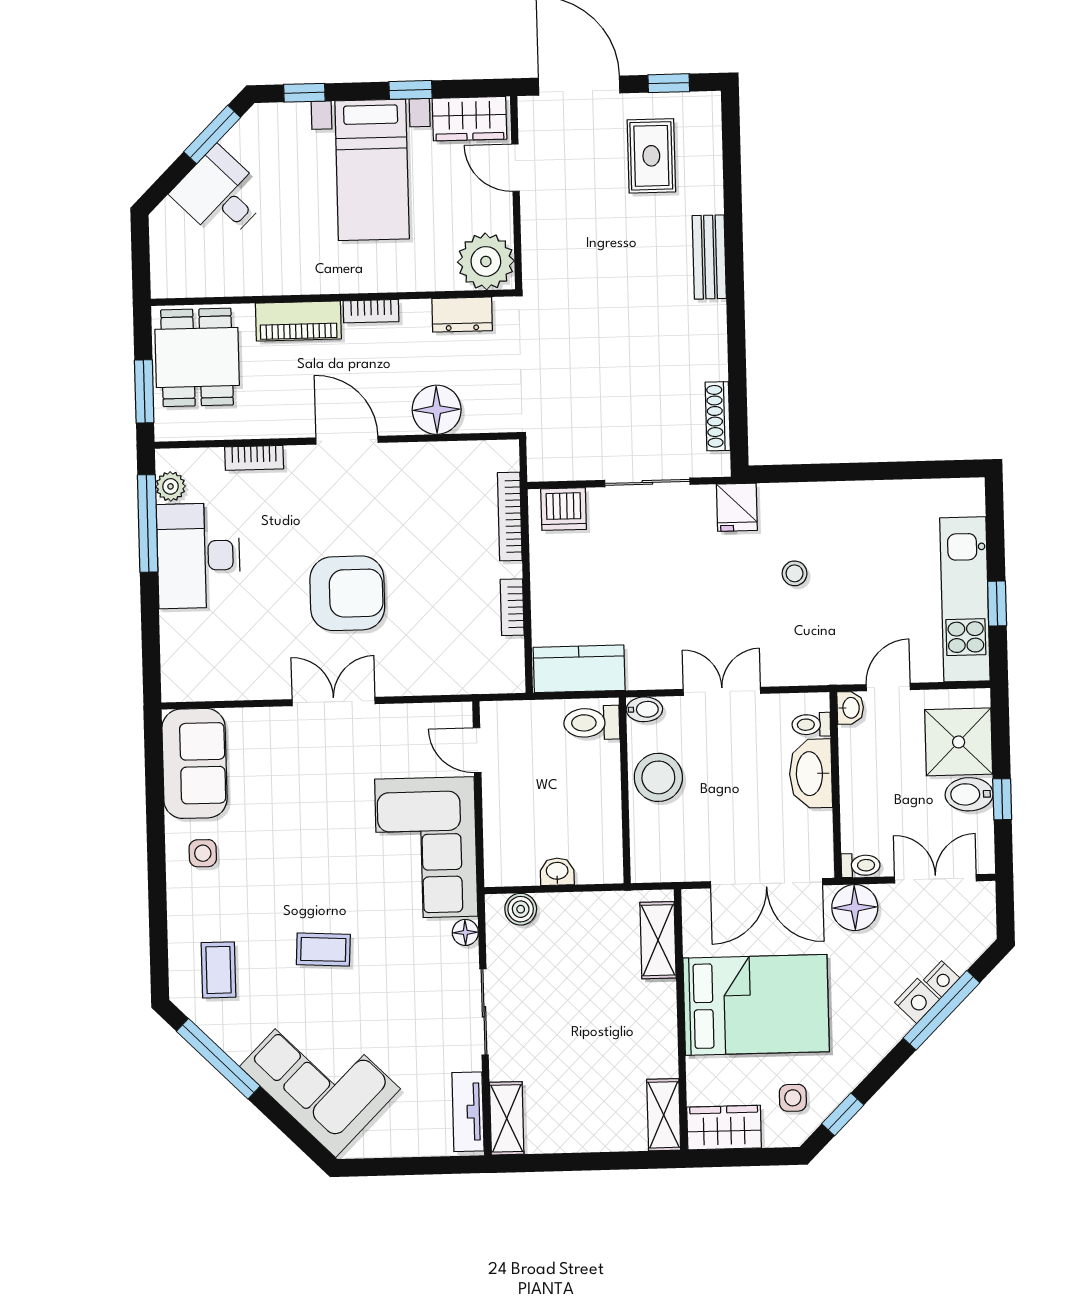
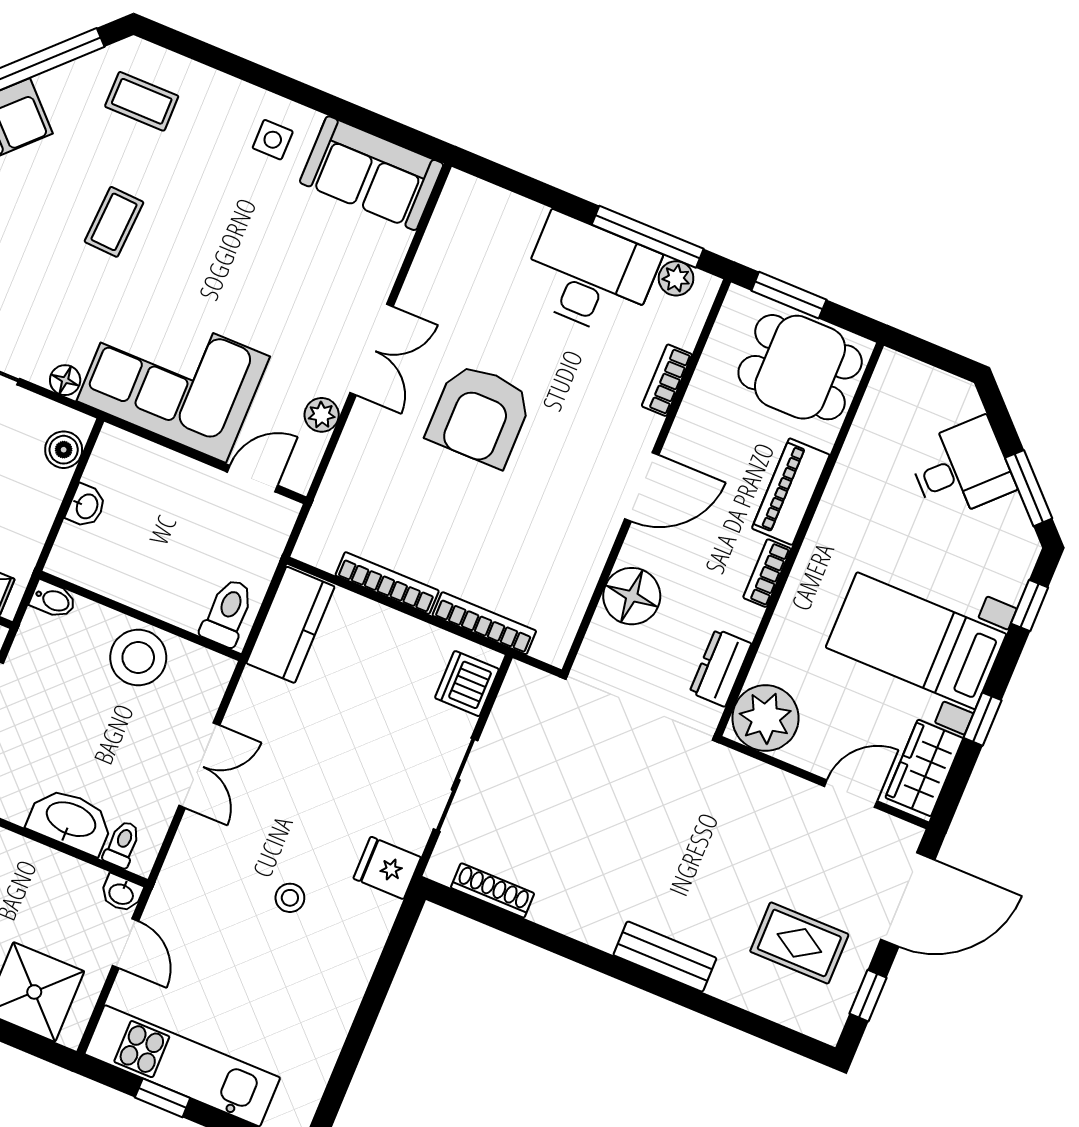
bookcase: (512, 607) -> (387, 583), width x1.56
bidet: (644, 709) -> (53, 600), moved, turned -90
plant: (403, 718) -> (322, 415), added

